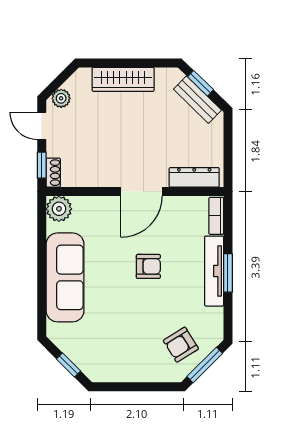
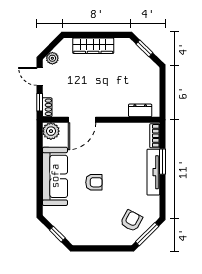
bench: (197, 100) -> (142, 59), removed
dresser: (194, 177) -> (140, 110), width x0.70
door: (141, 192) -> (82, 120), moved
armchair: (148, 266) -> (94, 182), moved
window: (228, 273) -> (162, 162), moved
armchair: (181, 345) -> (131, 221), turned 150

